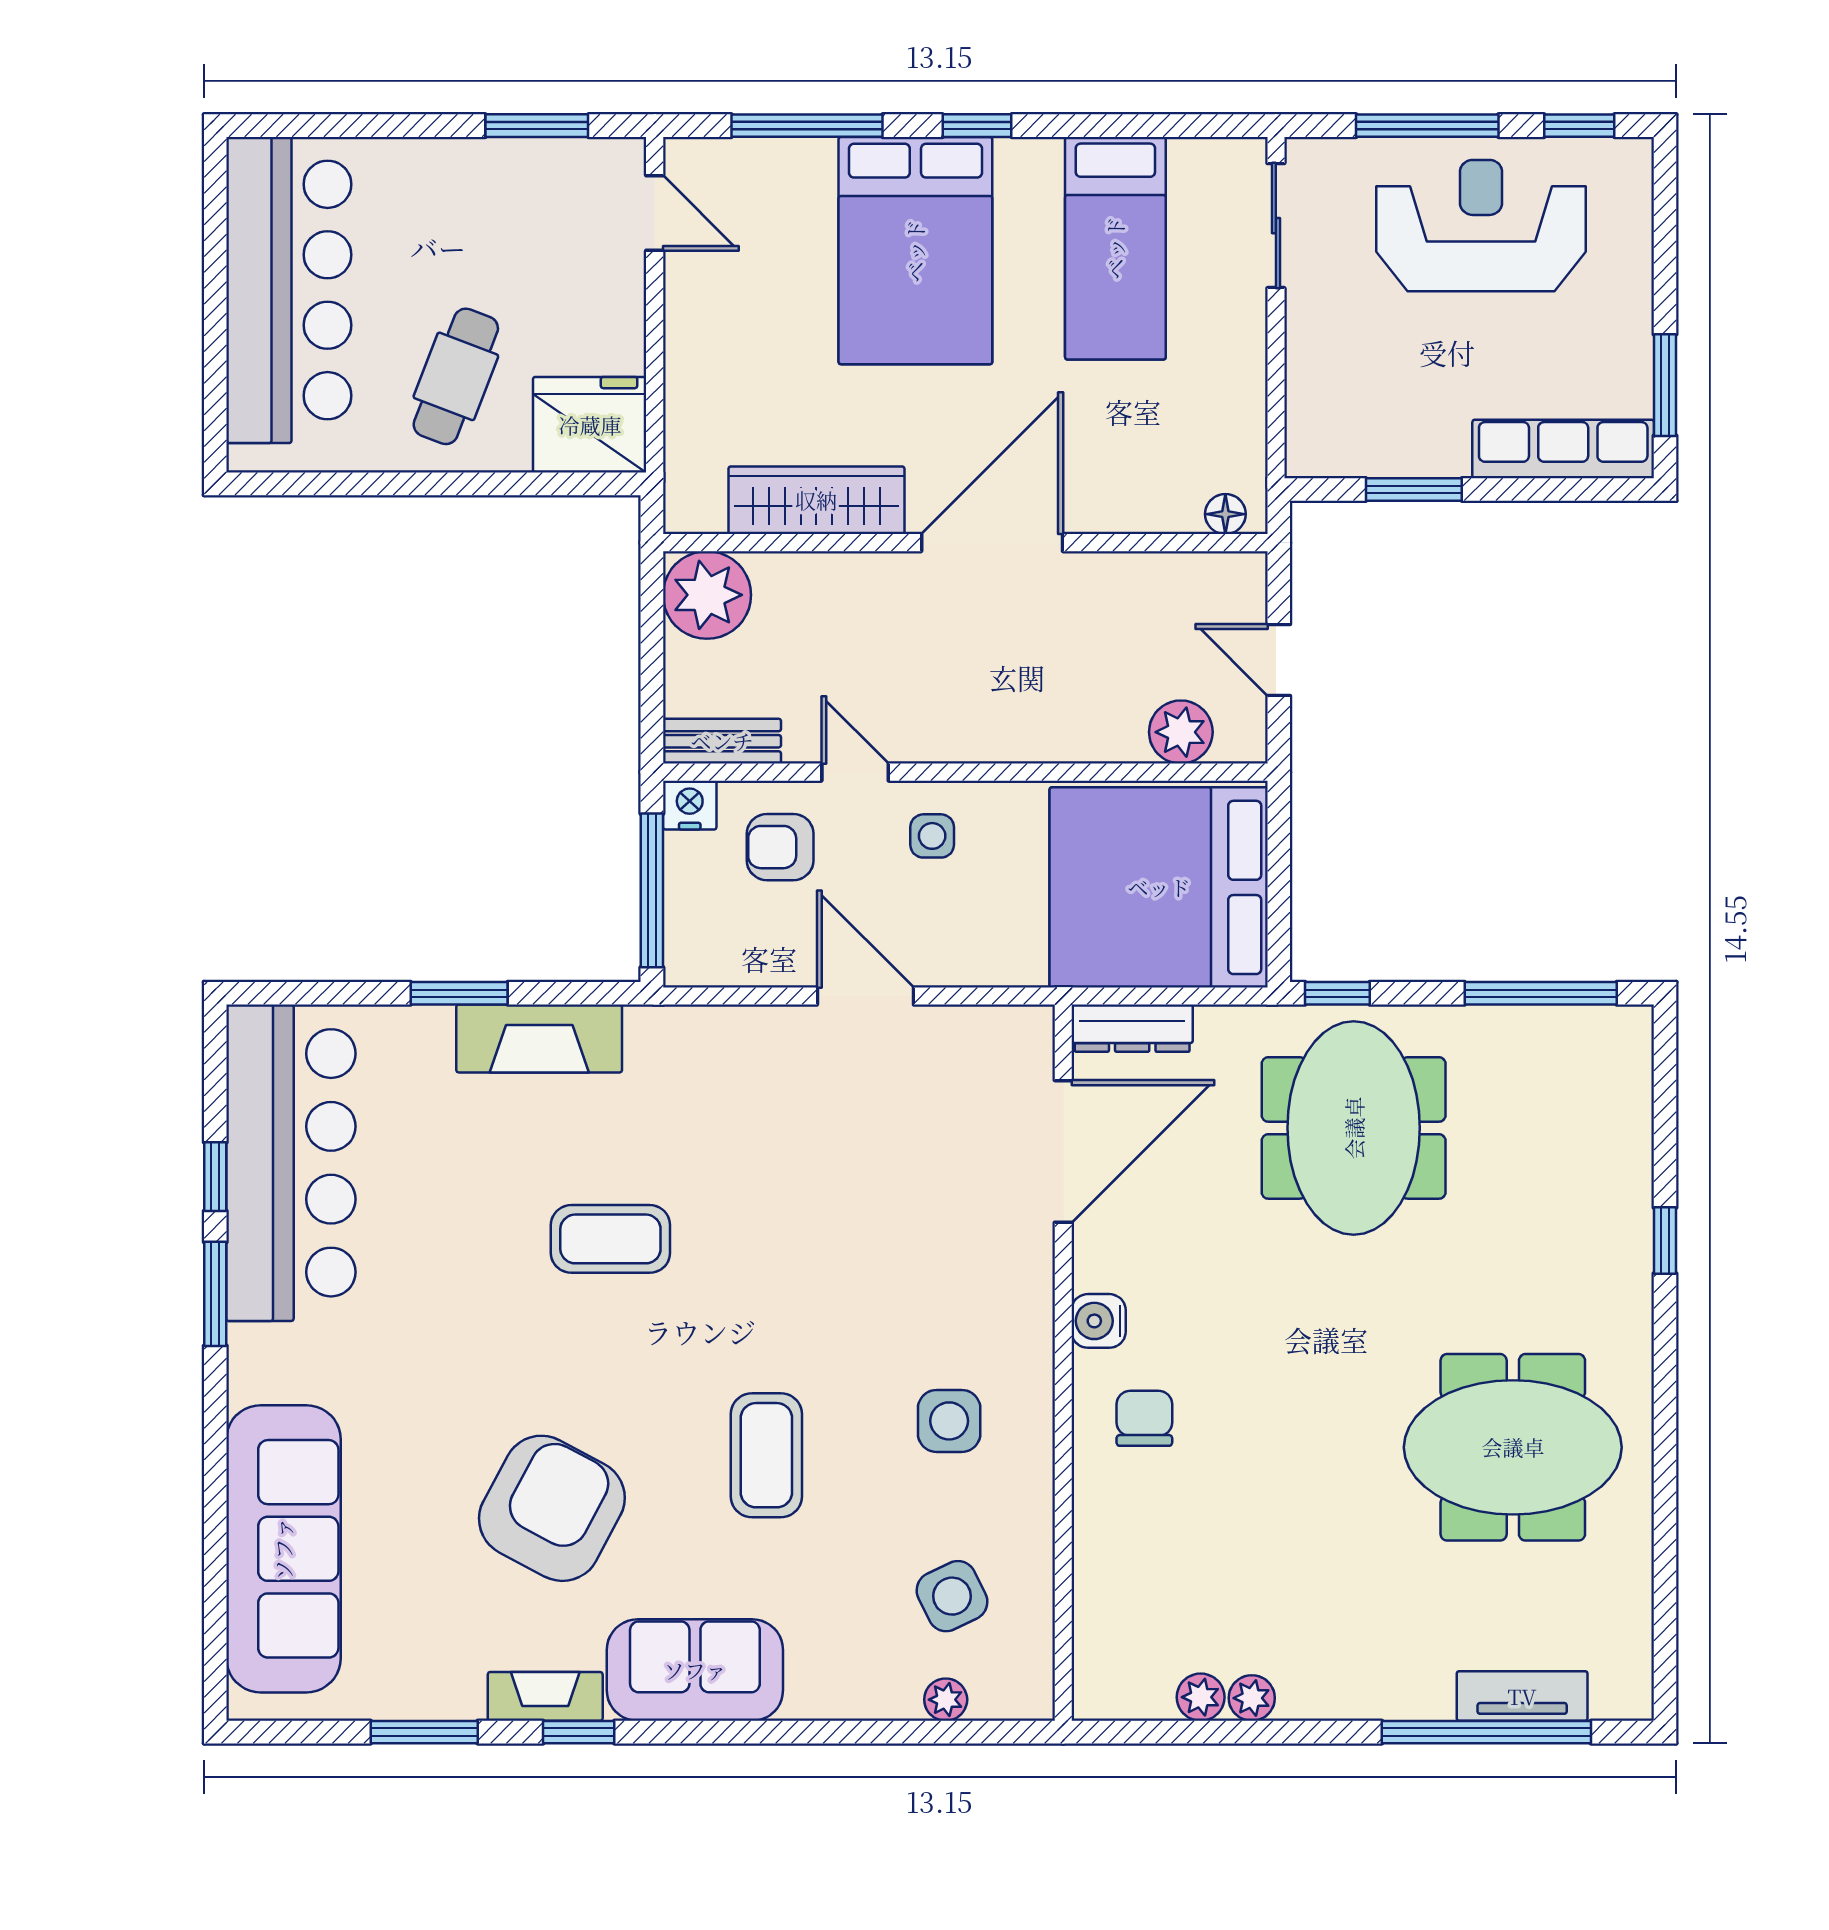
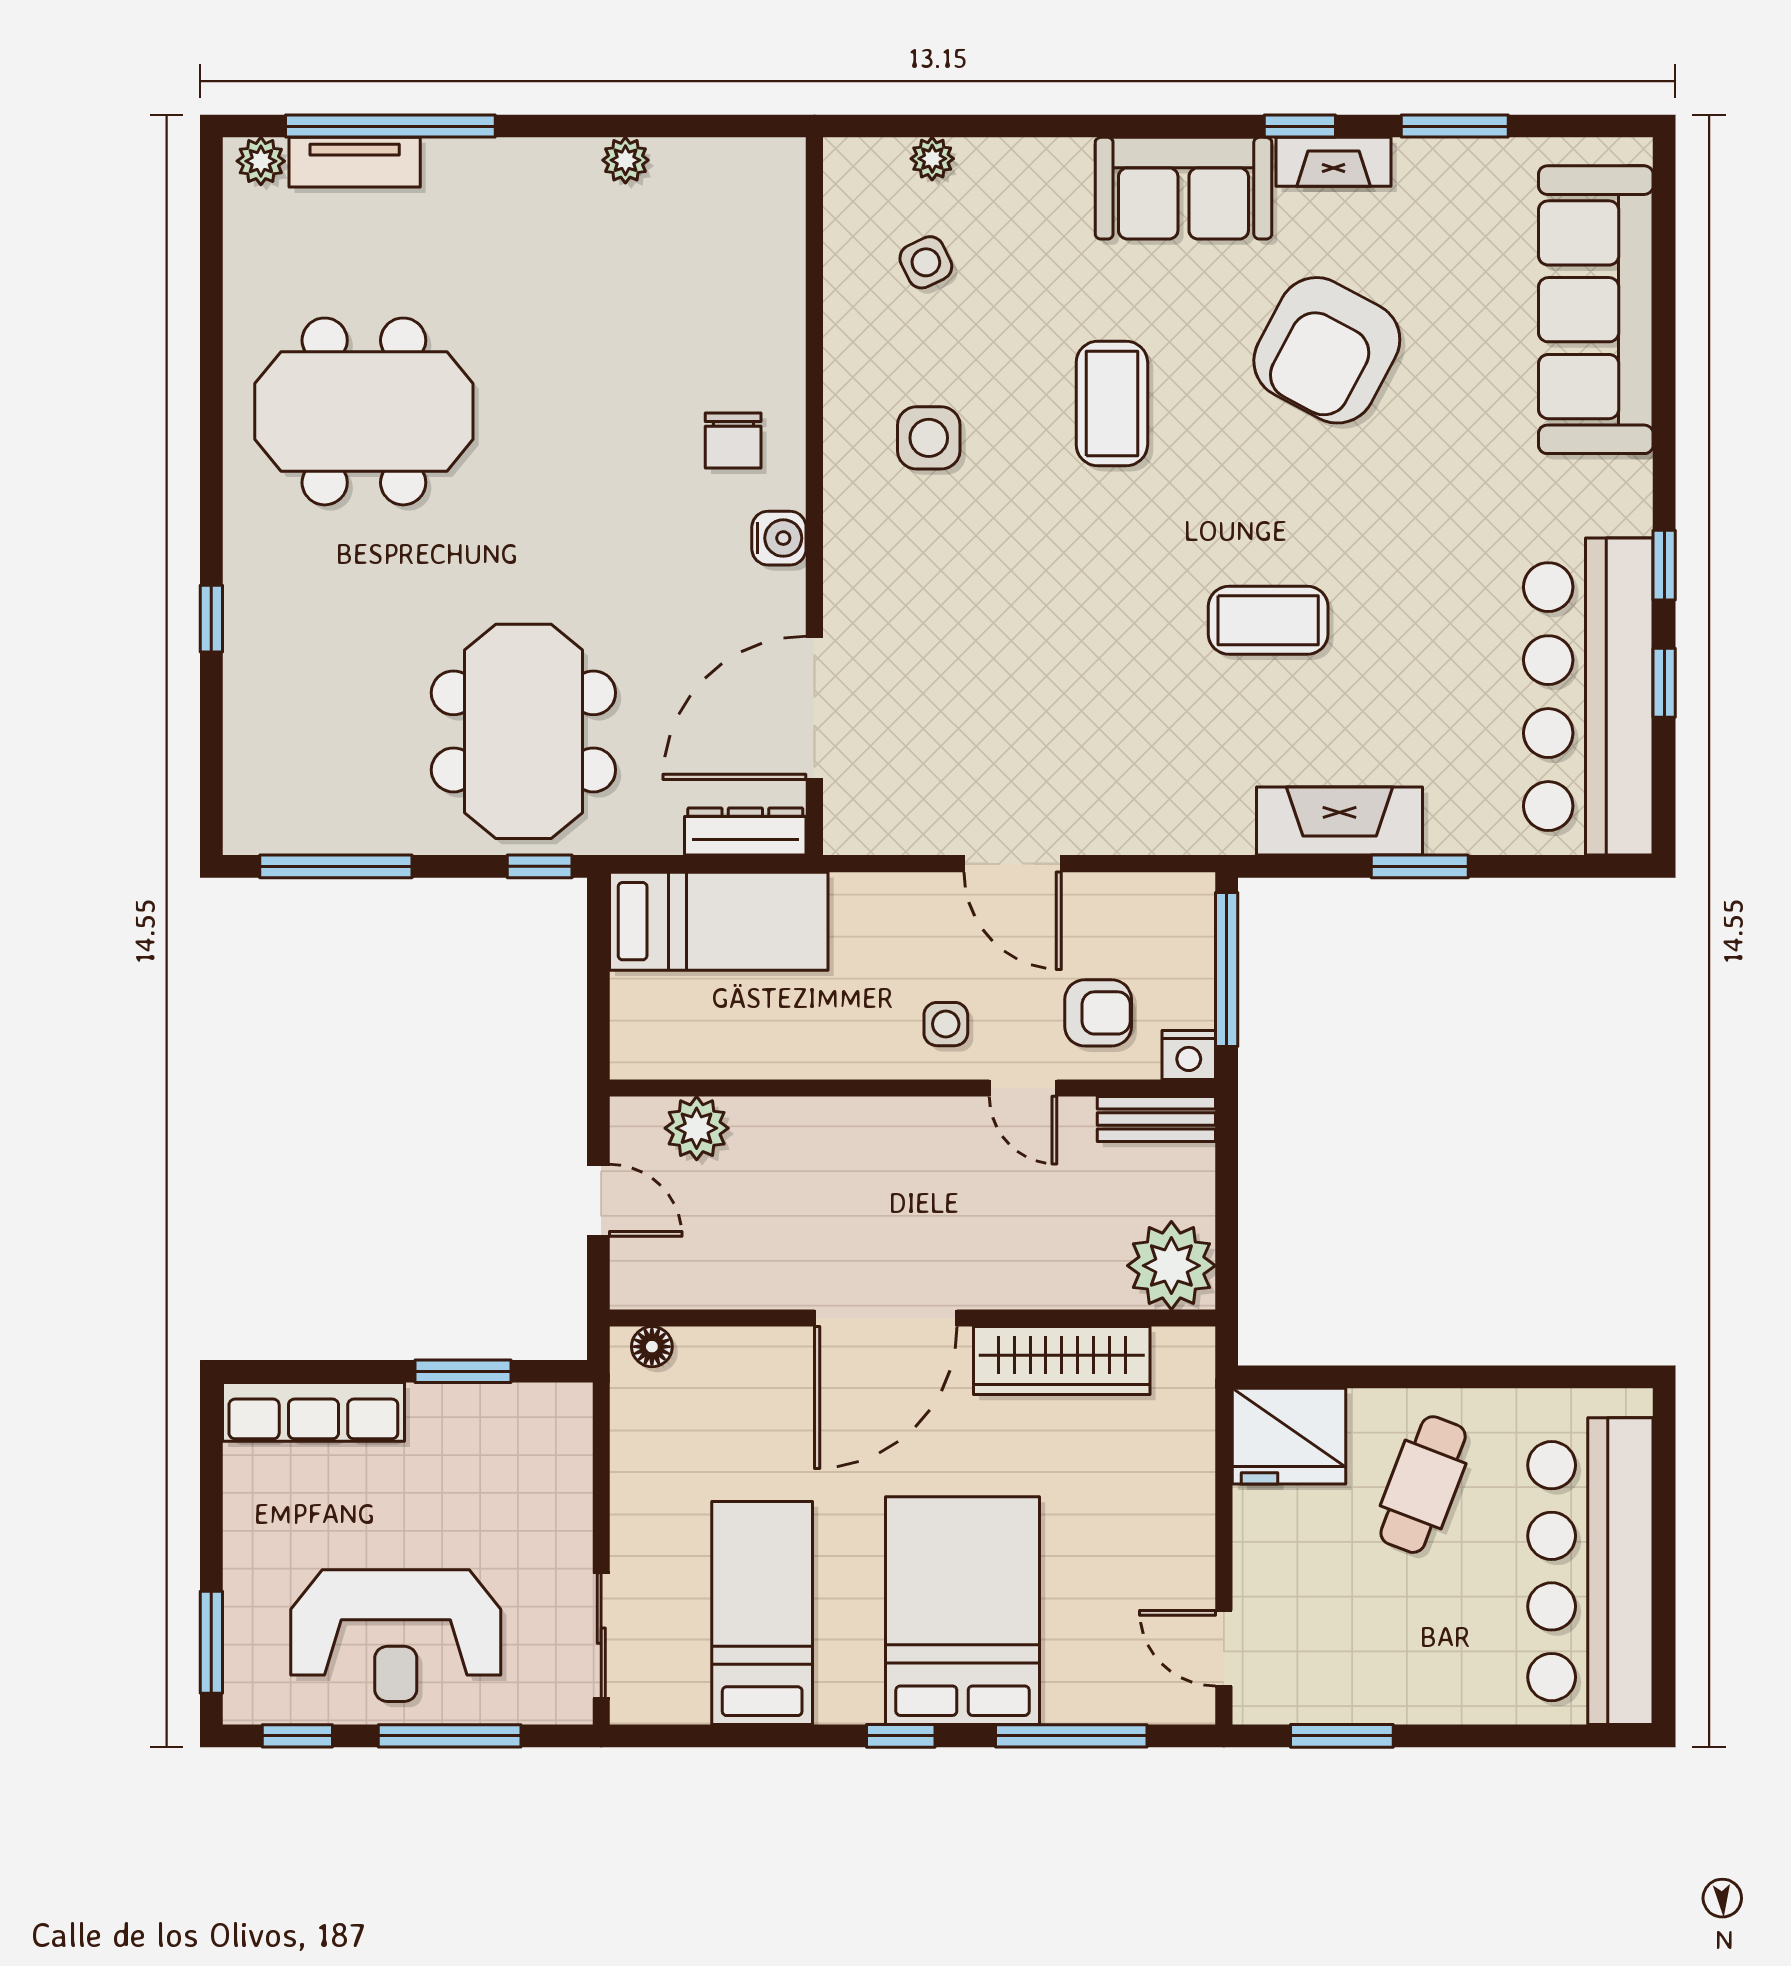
window: (1665, 385) -> (211, 1642), moved
bed: (1159, 887) -> (719, 921), width x0.49
window: (215, 1294) -> (1664, 565), width x0.67
side table: (952, 1596) -> (926, 262), width x0.73, depth x0.73
plant: (1201, 1697) -> (261, 161), moved

